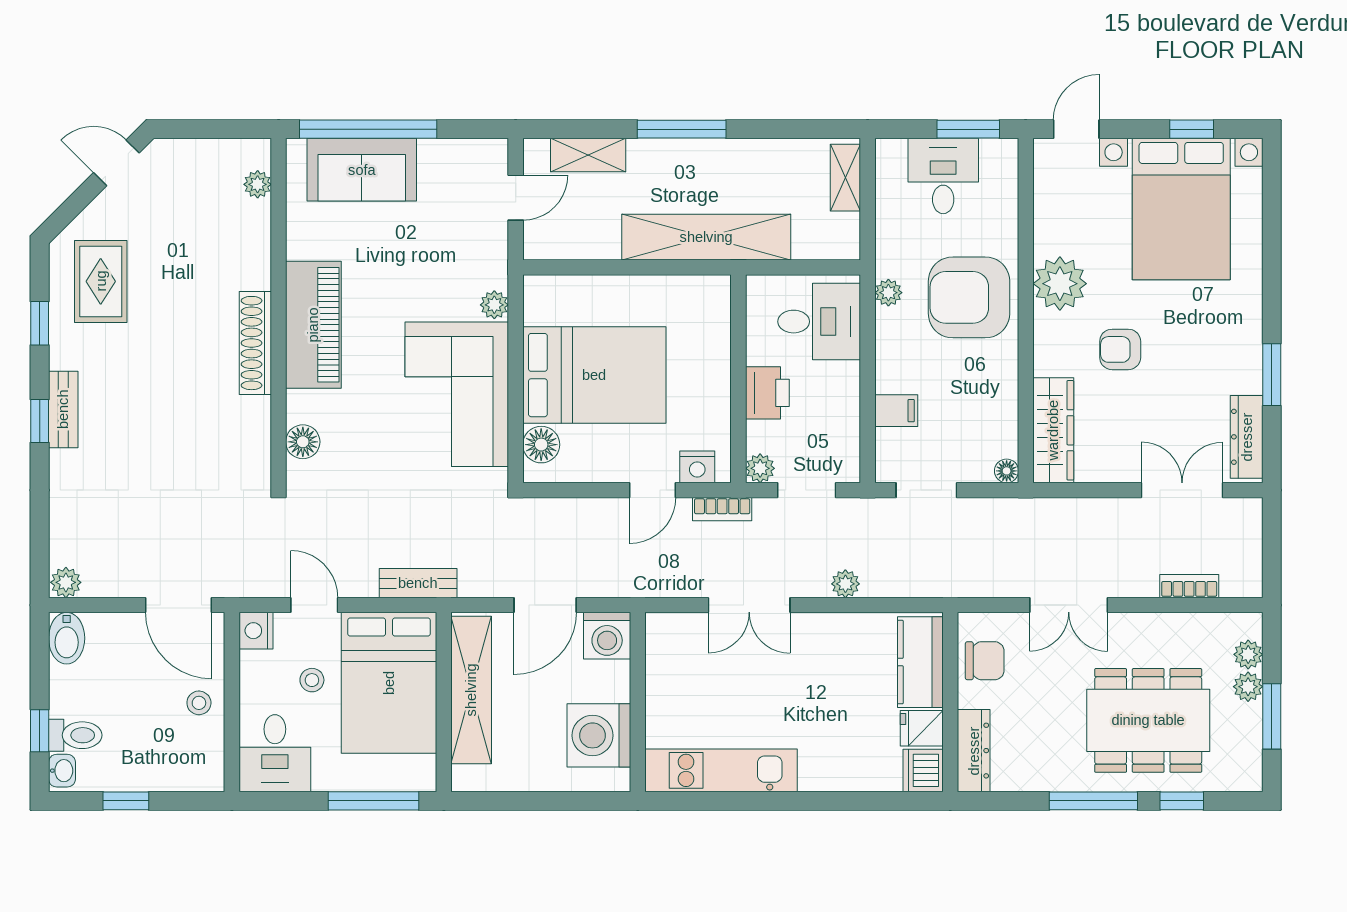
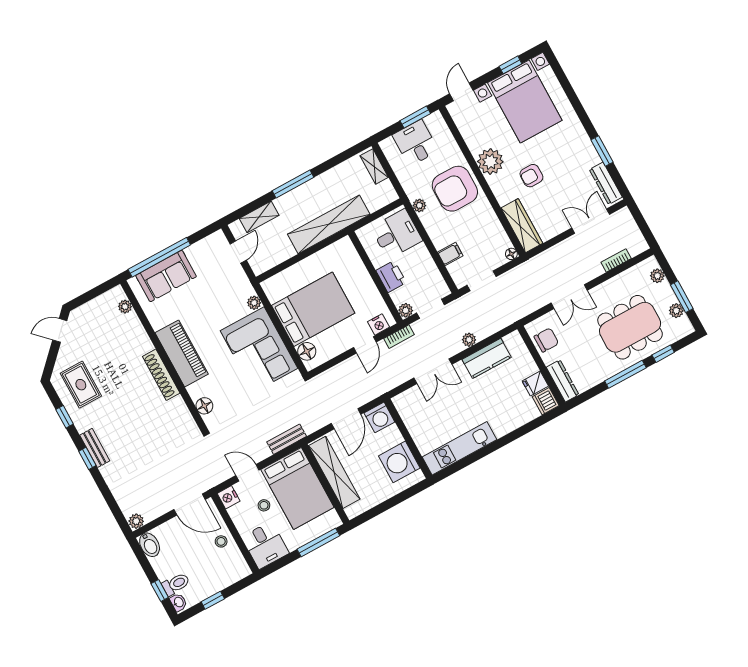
kitchen counter: (920, 662) -> (487, 358), moved, turned -90
plant: (1248, 687) -> (676, 311), moved

